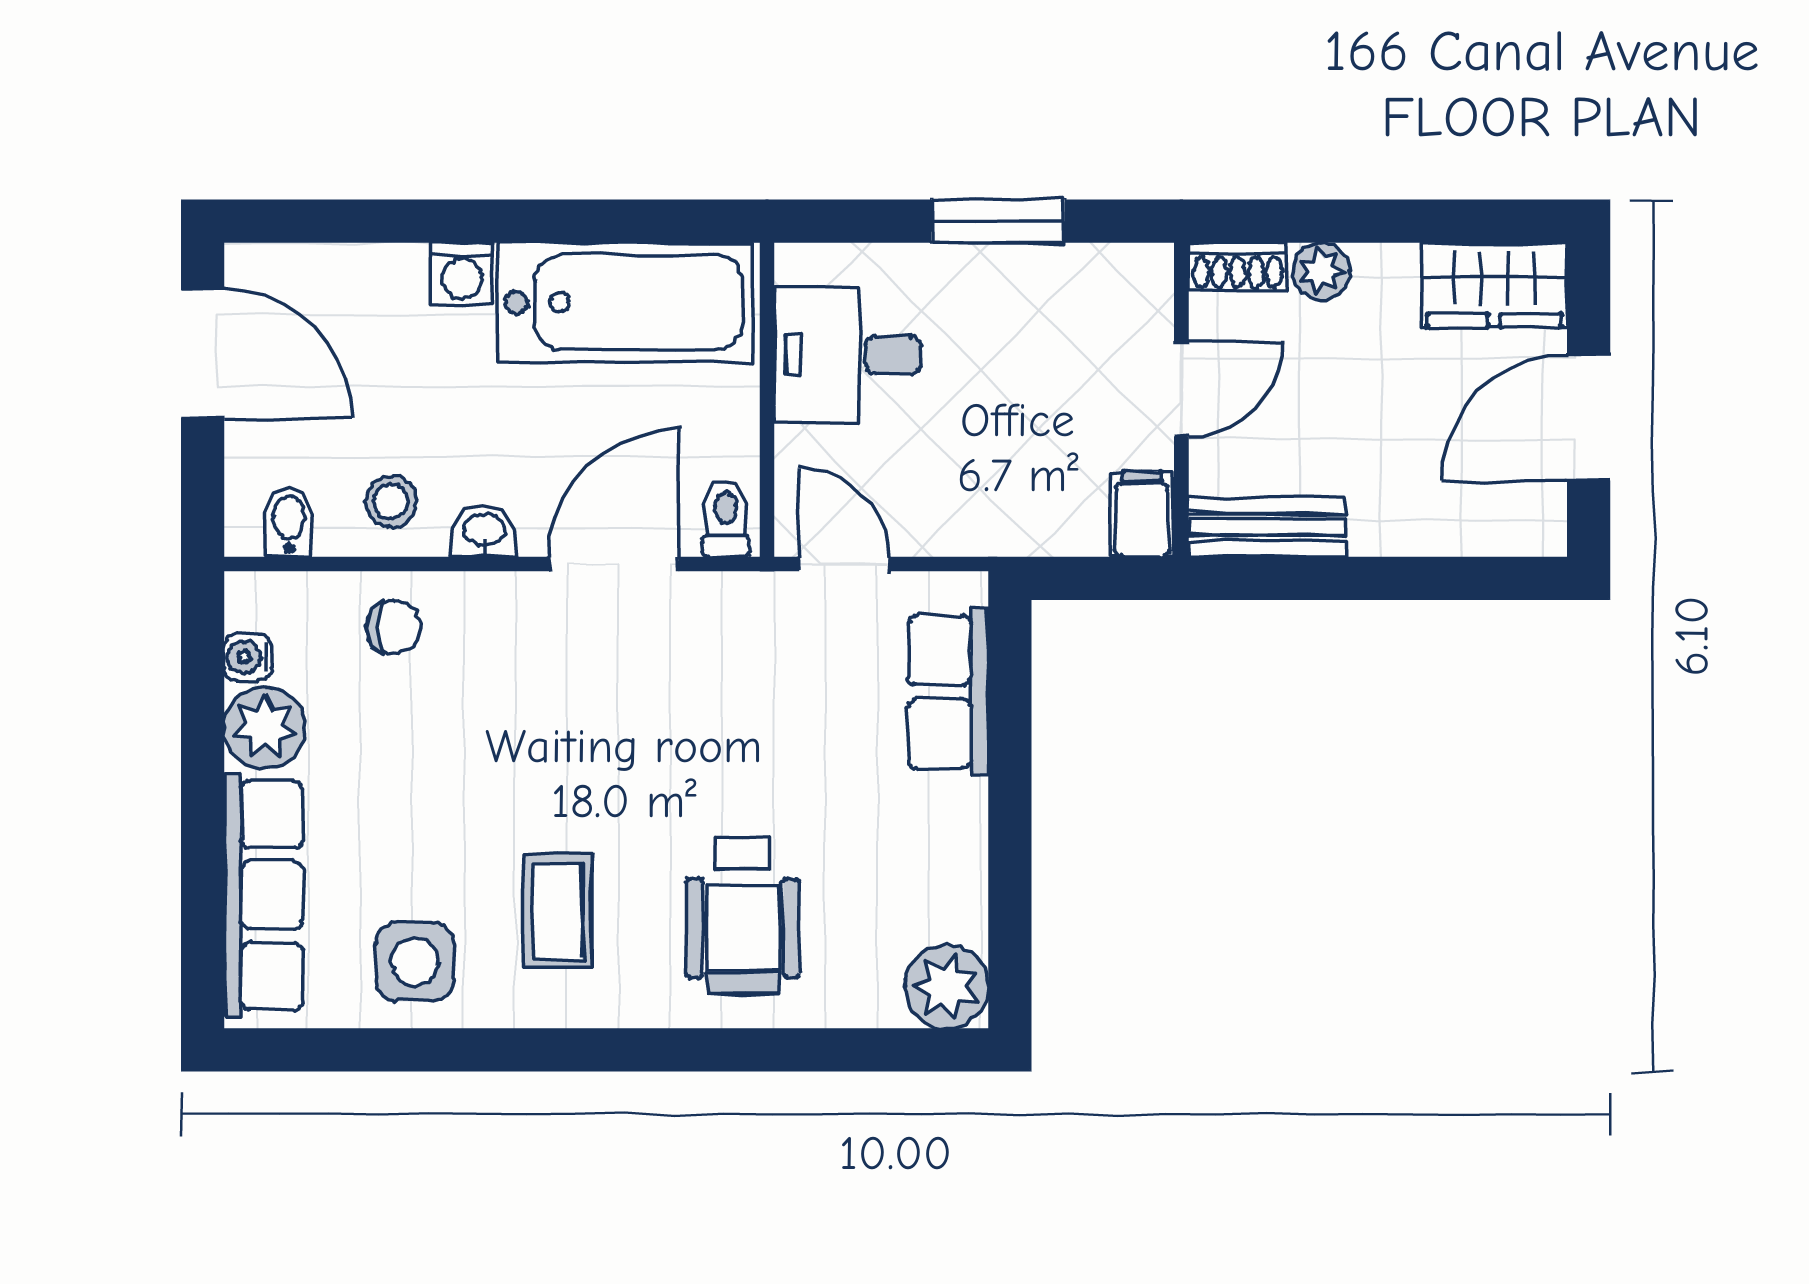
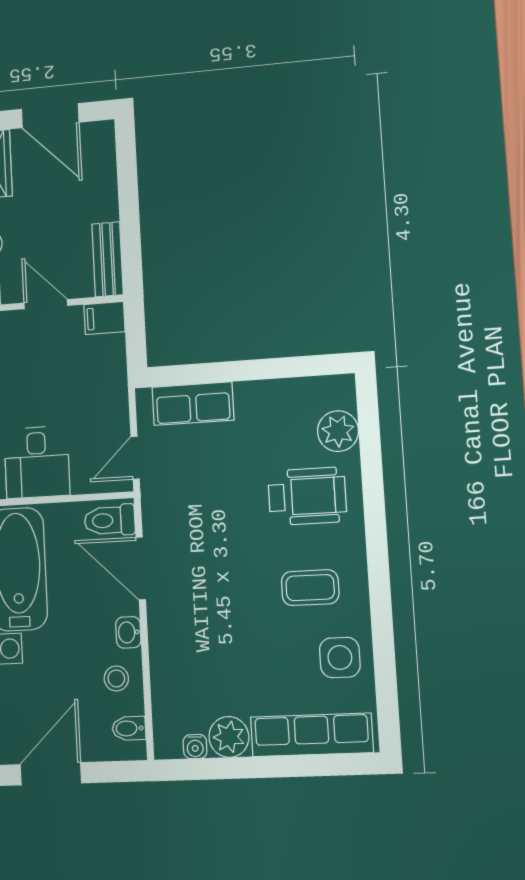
toilet: (726, 519) -> (110, 520), width x1.37, depth x1.39
chair: (394, 627) -> (177, 675), removed
plant: (947, 987) -> (338, 431), moved

